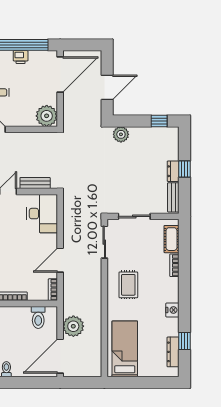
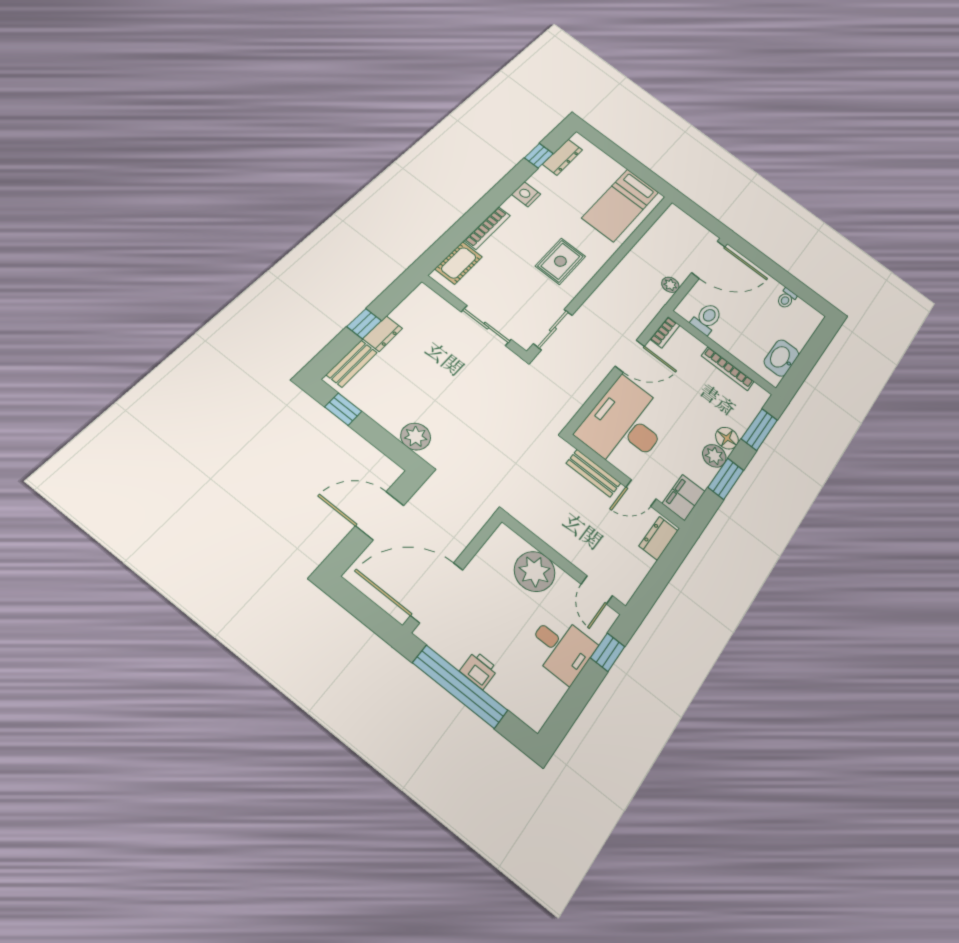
plant: (47, 116) -> (535, 571), moved
bench: (173, 197) -> (352, 364), moved
desk: (42, 214) -> (625, 425), width x1.36, depth x1.30
bookcase: (174, 265) -> (487, 228), width x1.56
plant: (73, 326) -> (670, 285), width x0.53, depth x0.53

